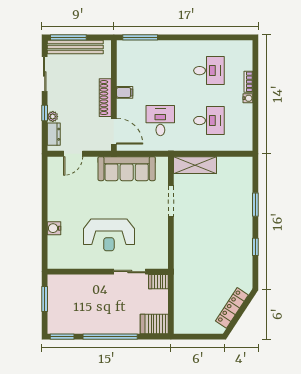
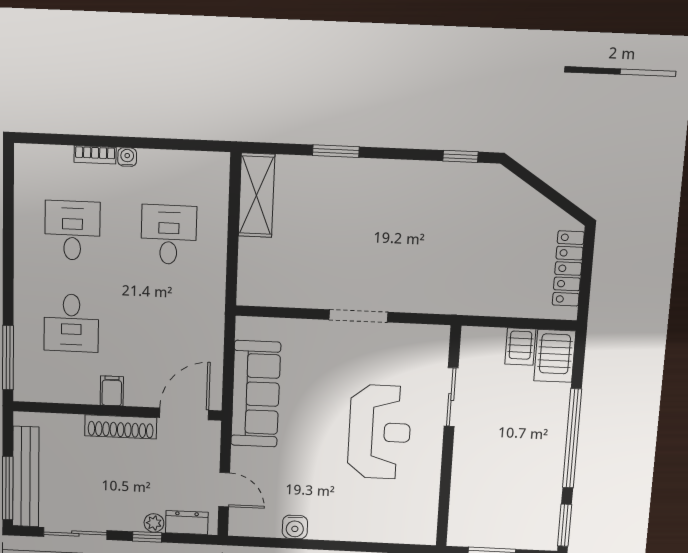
desk: (160, 121) -> (71, 323), moved, turned -90
shelving: (195, 165) -> (256, 195), moved
doorway: (171, 201) -> (358, 316), moved
water cooler: (54, 228) -> (295, 527), moved
window: (255, 247) -> (460, 156), moved
server rack: (158, 282) -> (520, 347), moved
locker: (232, 308) -> (568, 269), moved, turned 57

